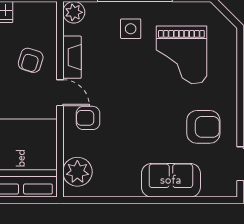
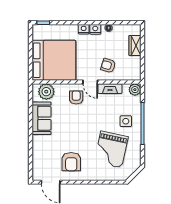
grand piano: (181, 55) -> (111, 149), turned -78
door: (60, 93) -> (90, 82), hinge flipped
sofa: (171, 180) -> (42, 118), moved

